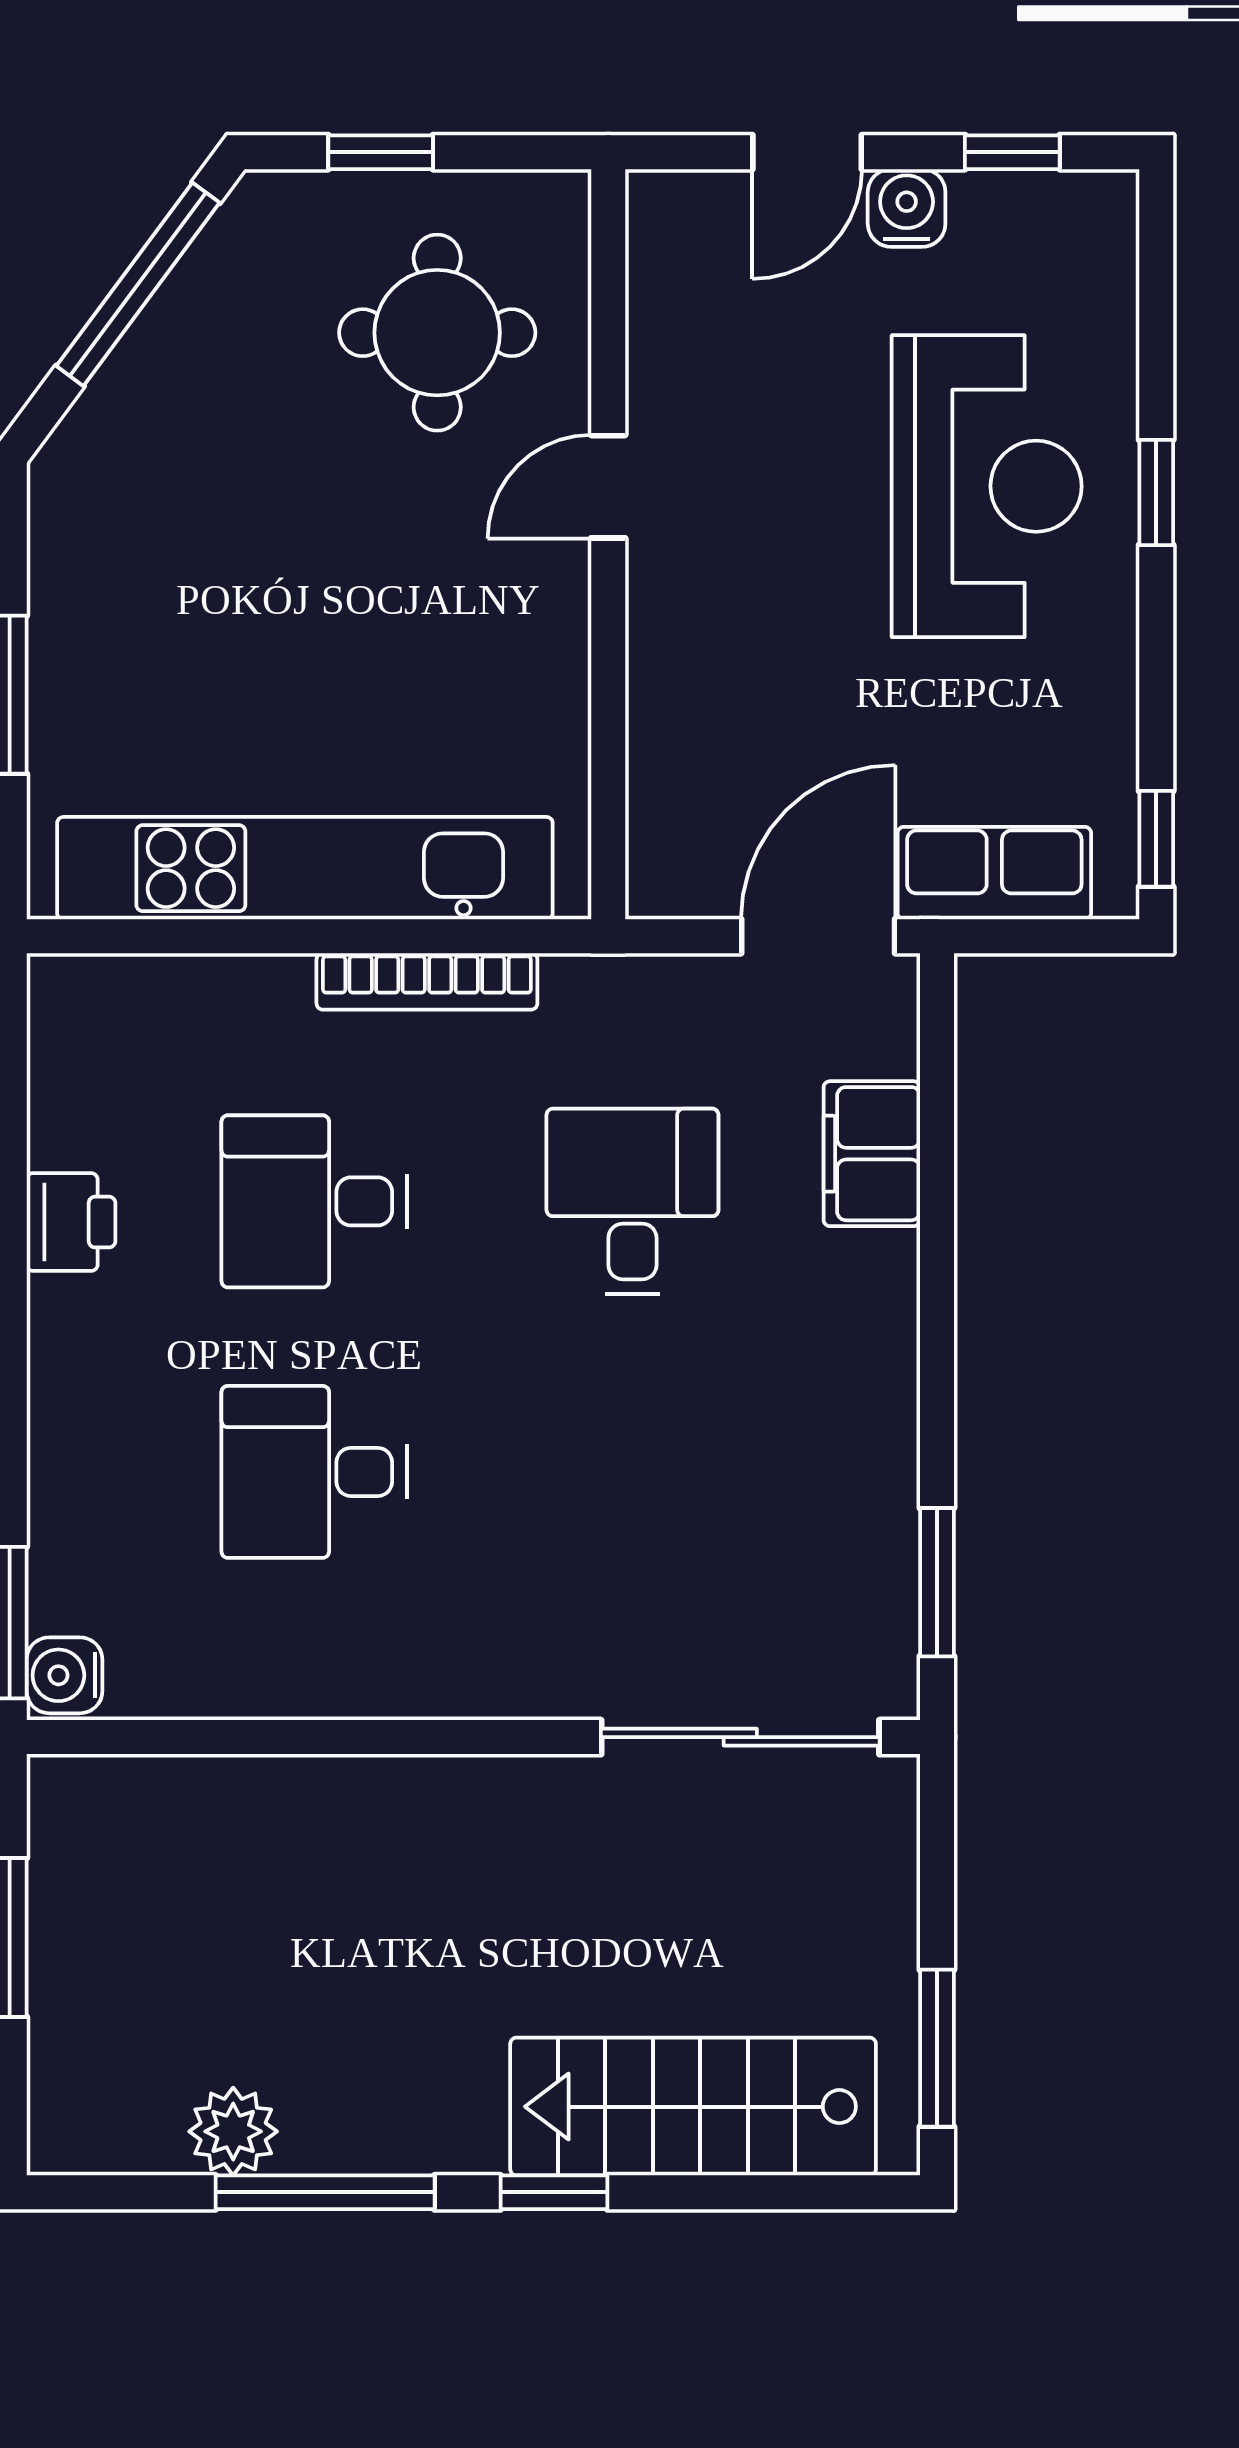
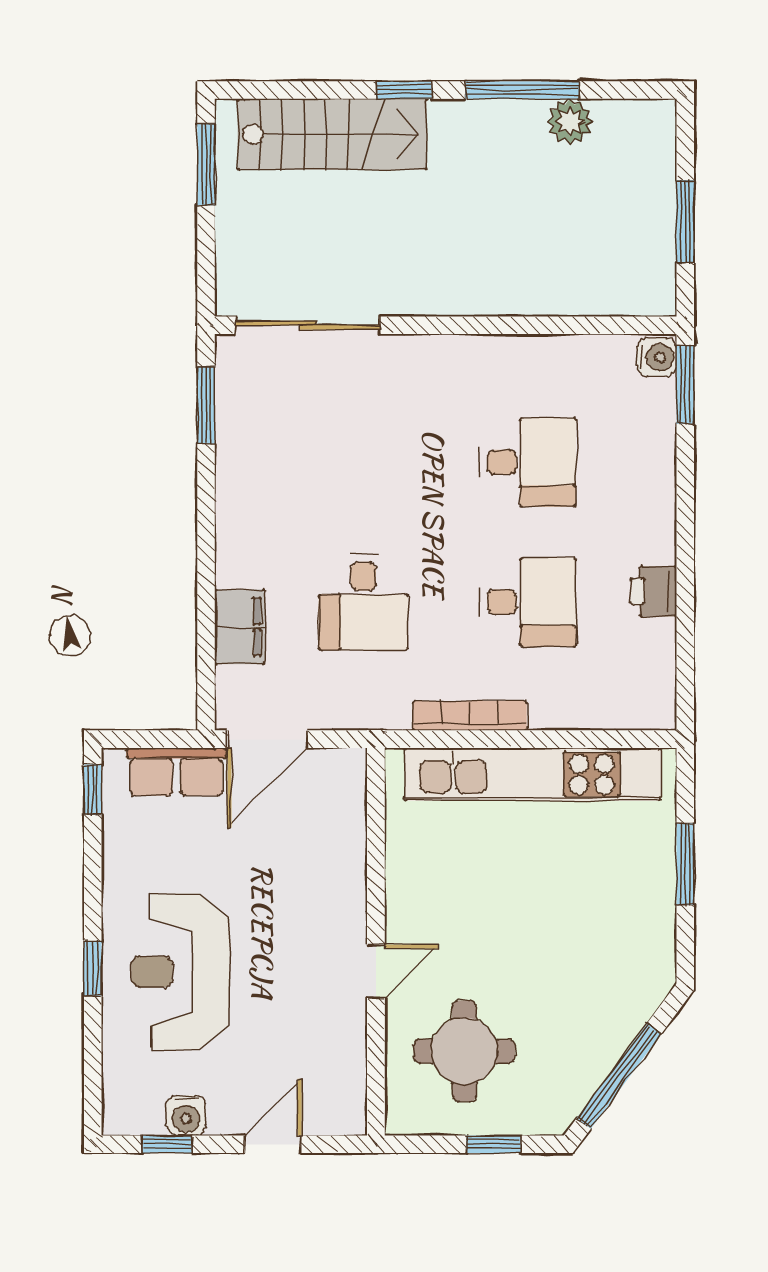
water cooler: (907, 208) -> (186, 1115), moved

